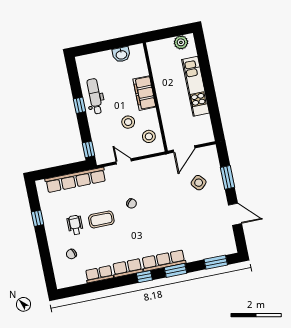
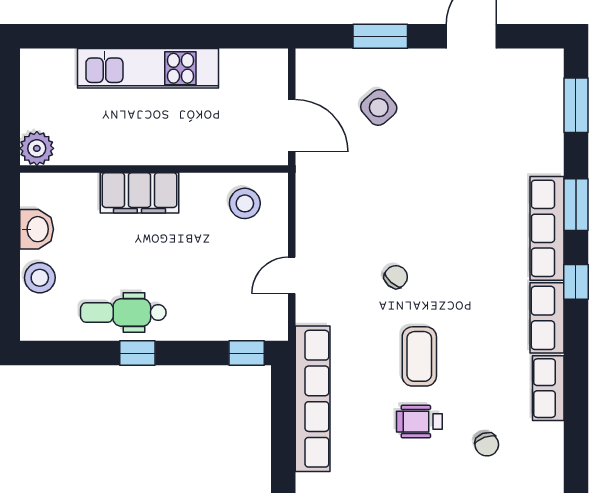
plant: (181, 42) -> (37, 148), moved
stool: (128, 122) -> (40, 278), moved

